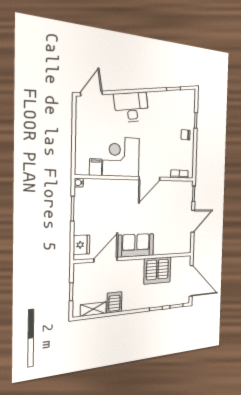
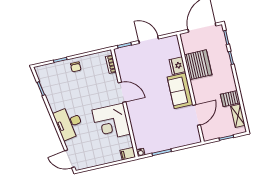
filing cabinet: (96, 167) -> (128, 154), moved
fridge: (81, 245) -> (177, 66), moved, turned -90
door: (106, 260) -> (197, 115), swing flipped

